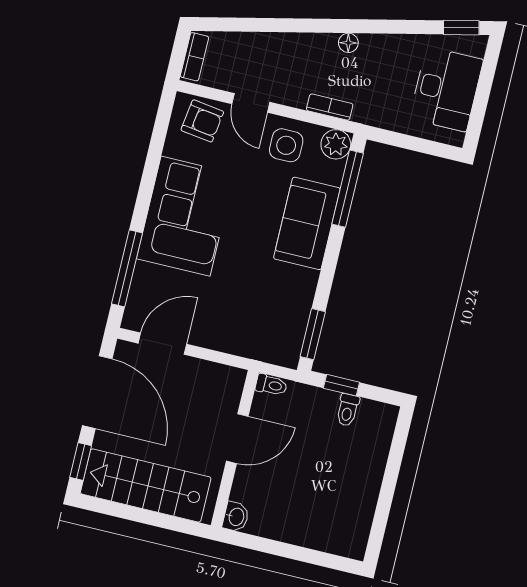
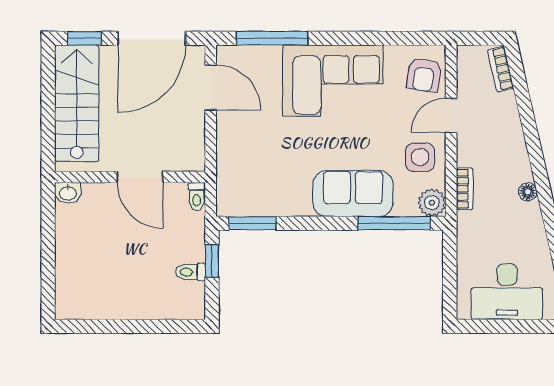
bookcase: (195, 57) -> (501, 69), moved, turned 77

